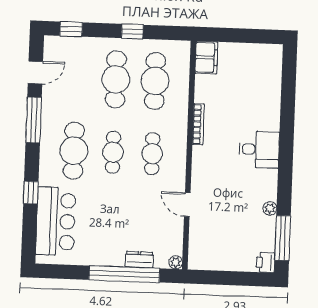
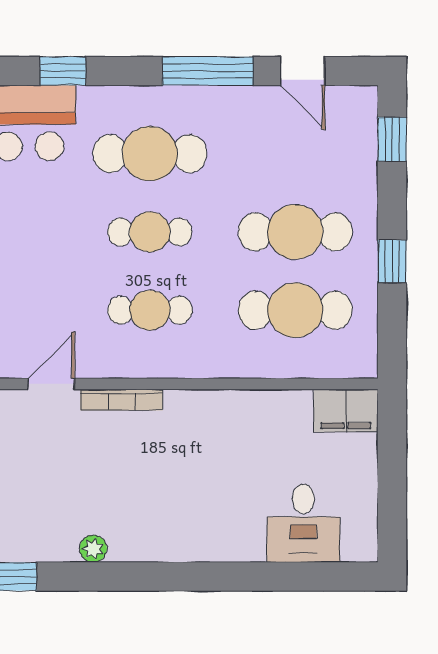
bookcase: (198, 124) -> (122, 400), moved
desk: (259, 149) -> (303, 523), moved
plant: (270, 208) -> (93, 549), moved

